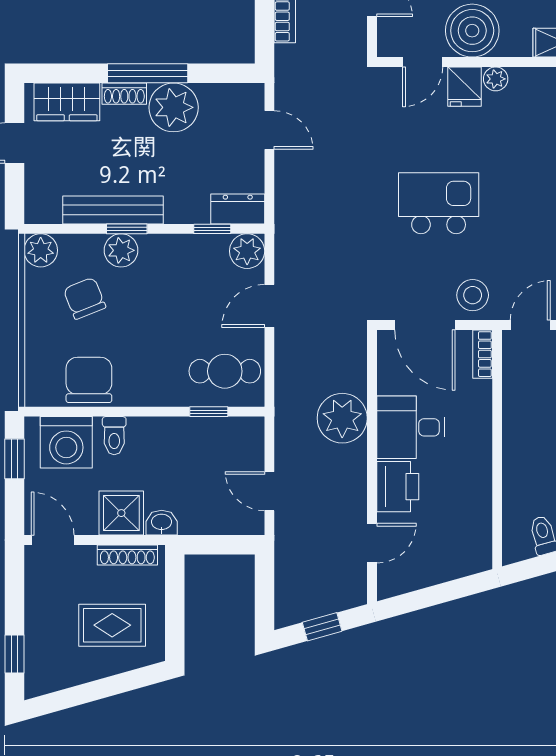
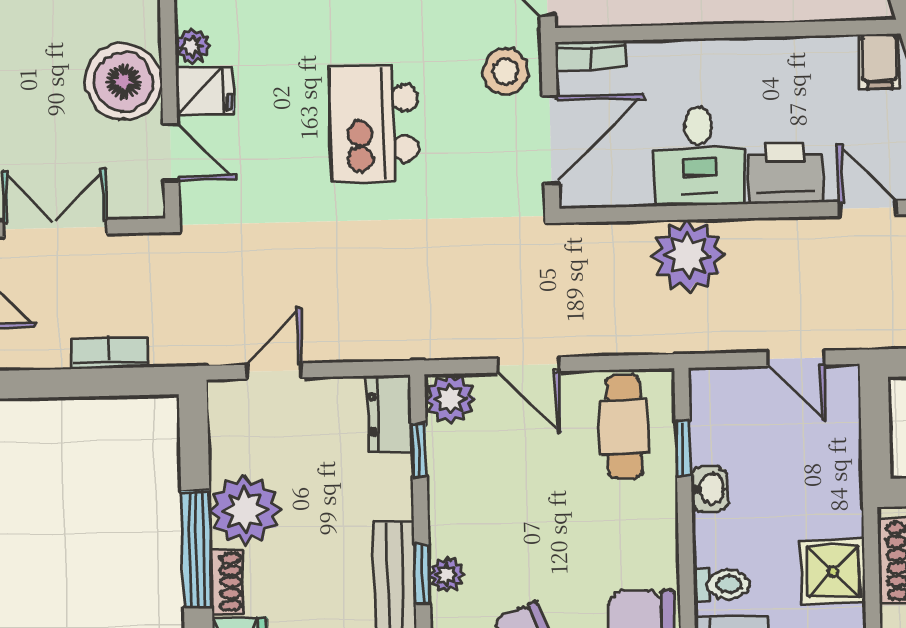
plant: (121, 250) -> (447, 575), width x0.73, depth x0.73
door: (269, 491) -> (796, 358), hinge flipped
washbasin: (162, 523) -> (709, 489), moved, turned 180
filing cabinet: (473, 554) -> (879, 61), added

